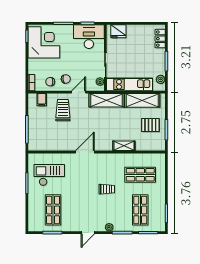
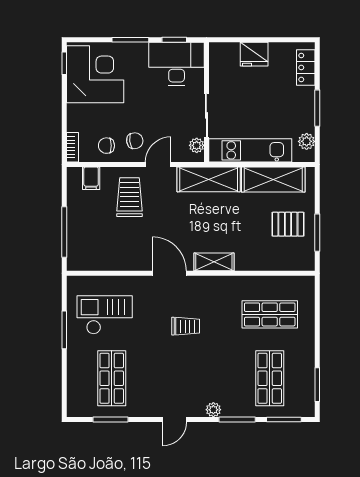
fridge: (118, 31) -> (254, 54), moved
shelving: (124, 146) -> (214, 262), moved
door: (85, 152) -> (169, 273), hinge flipped
trolley: (107, 189) -> (186, 326), moved

